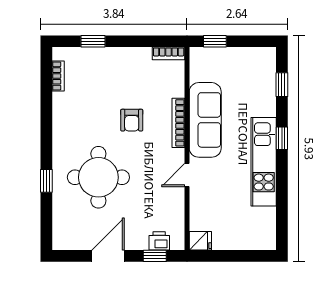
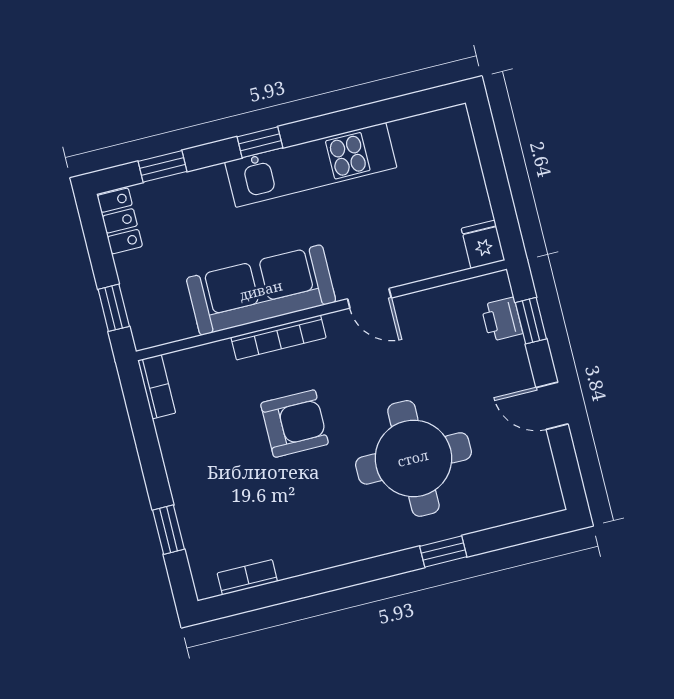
locker: (259, 56) -> (120, 221), added
armchair: (132, 120) -> (294, 424), width x1.38, depth x1.38
door: (108, 256) -> (552, 406), width x0.73

